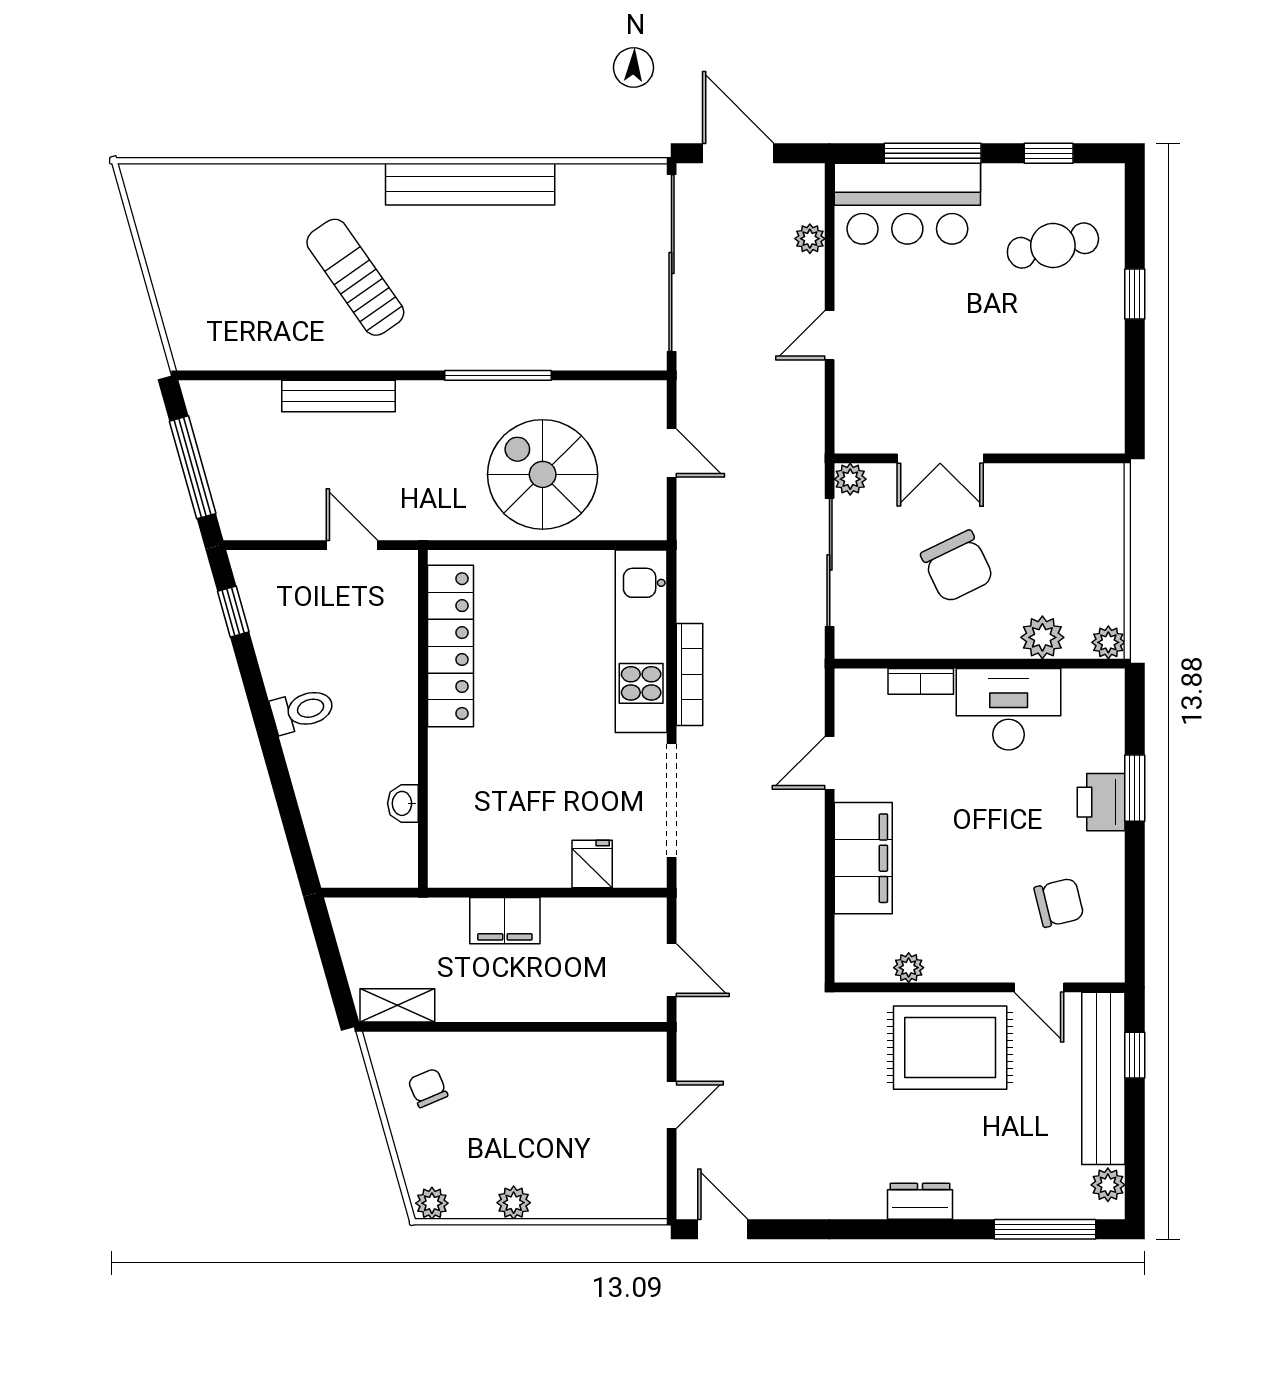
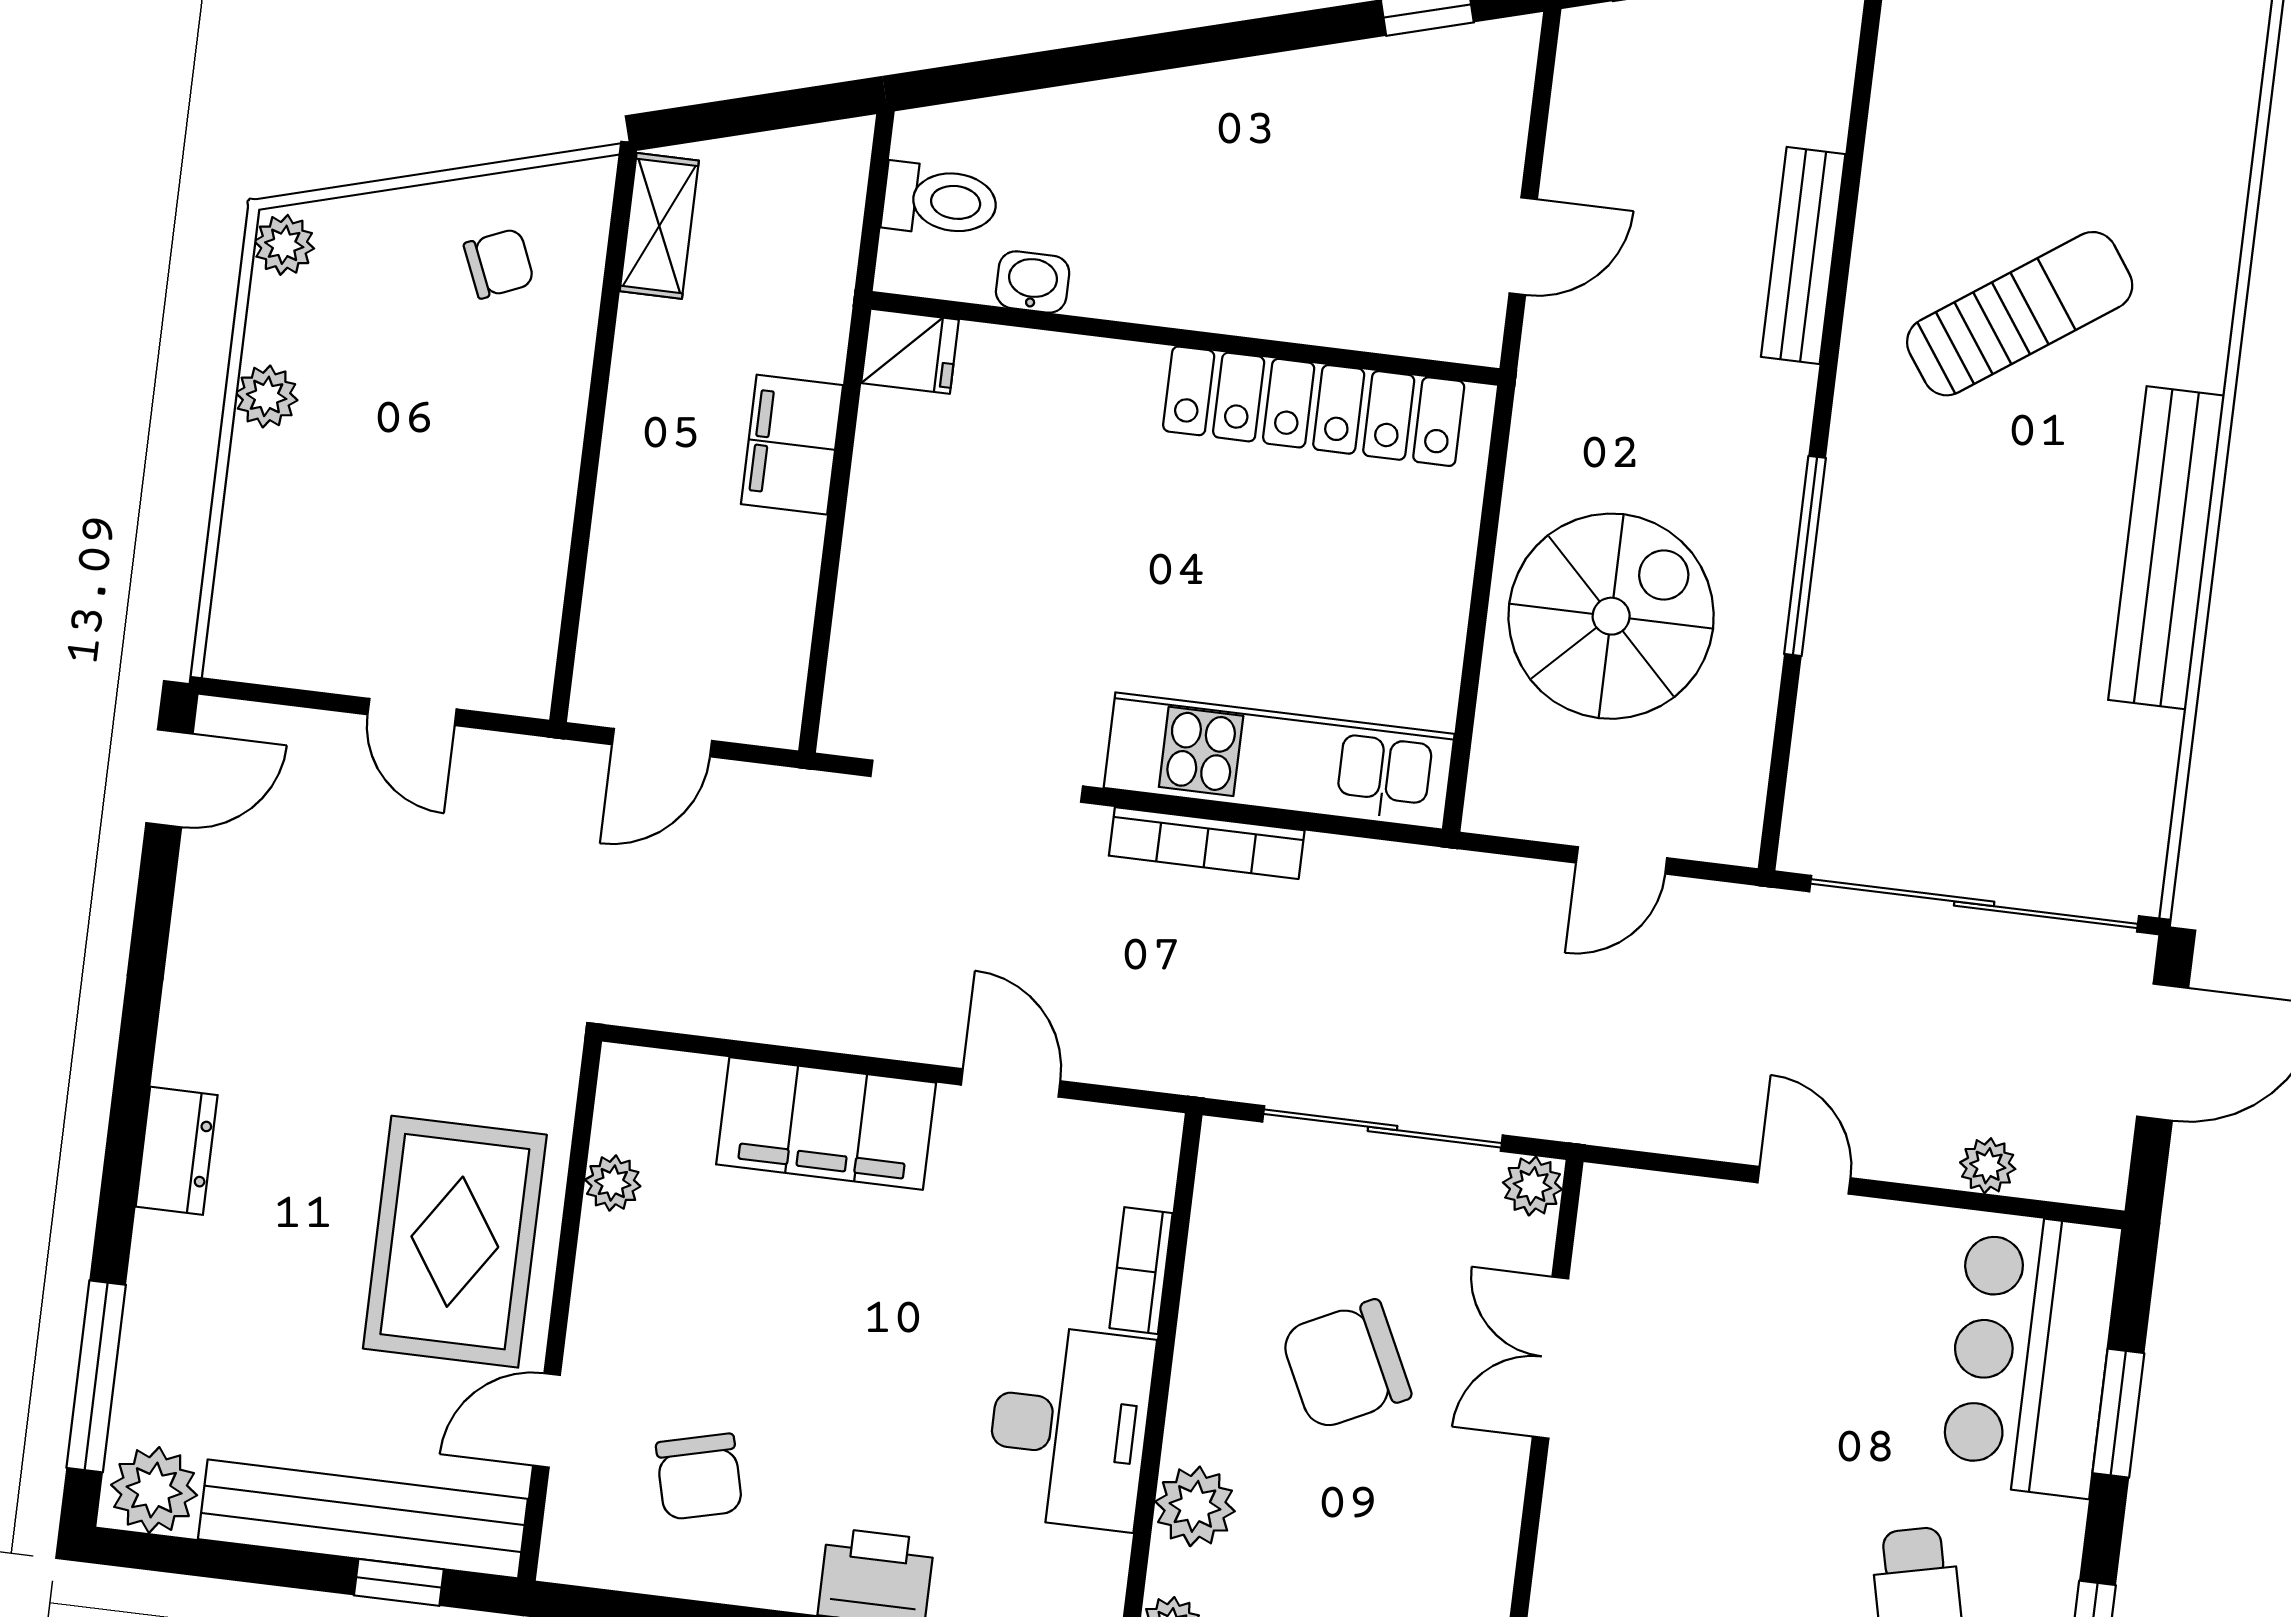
window: (933, 153) -> (2118, 1413), width x0.69
toilet: (302, 710) -> (940, 201), moved, turned -74
fridge: (592, 864) -> (910, 351), moved
plant: (1108, 1185) -> (154, 1490), width x1.38, depth x1.38

